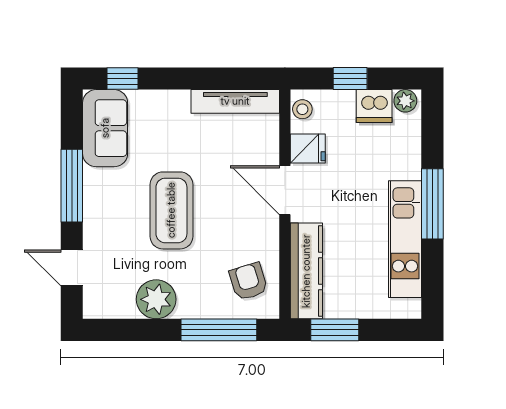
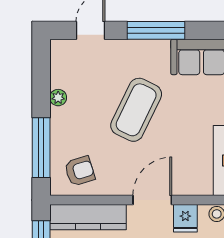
coffee table: (171, 210) -> (136, 110), turned -64
plant: (156, 299) -> (58, 98), width x0.53, depth x0.53

